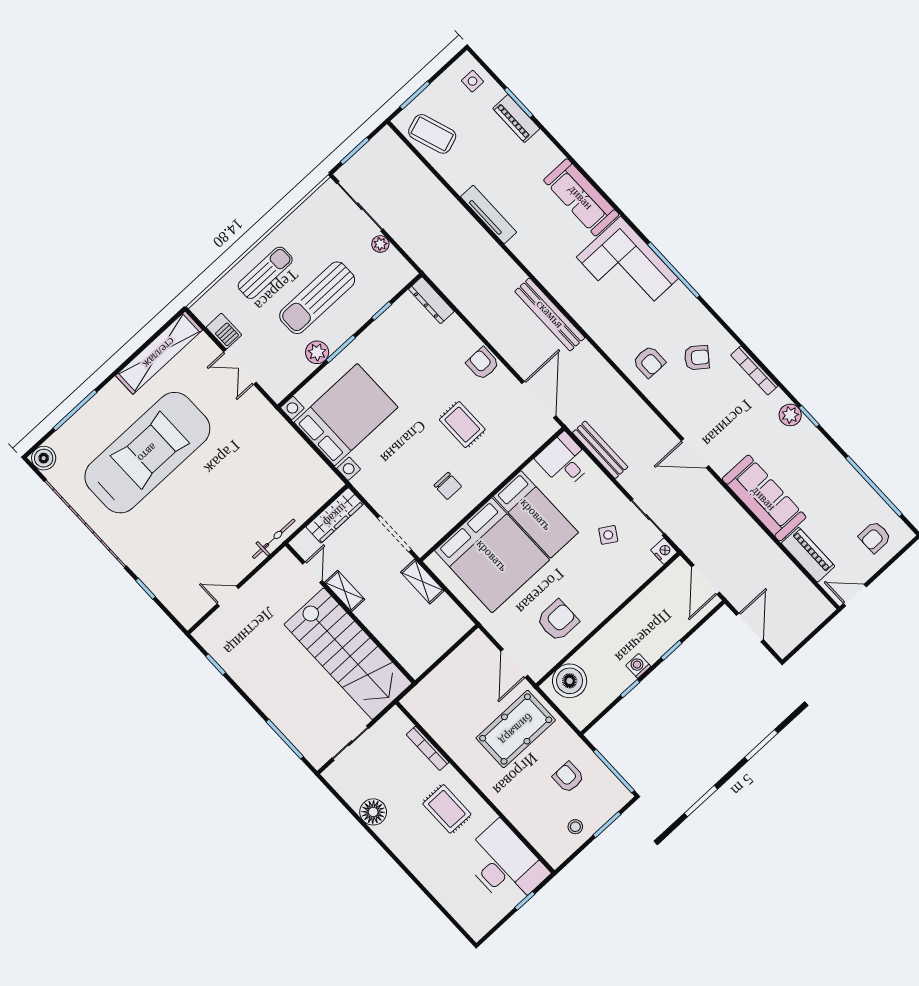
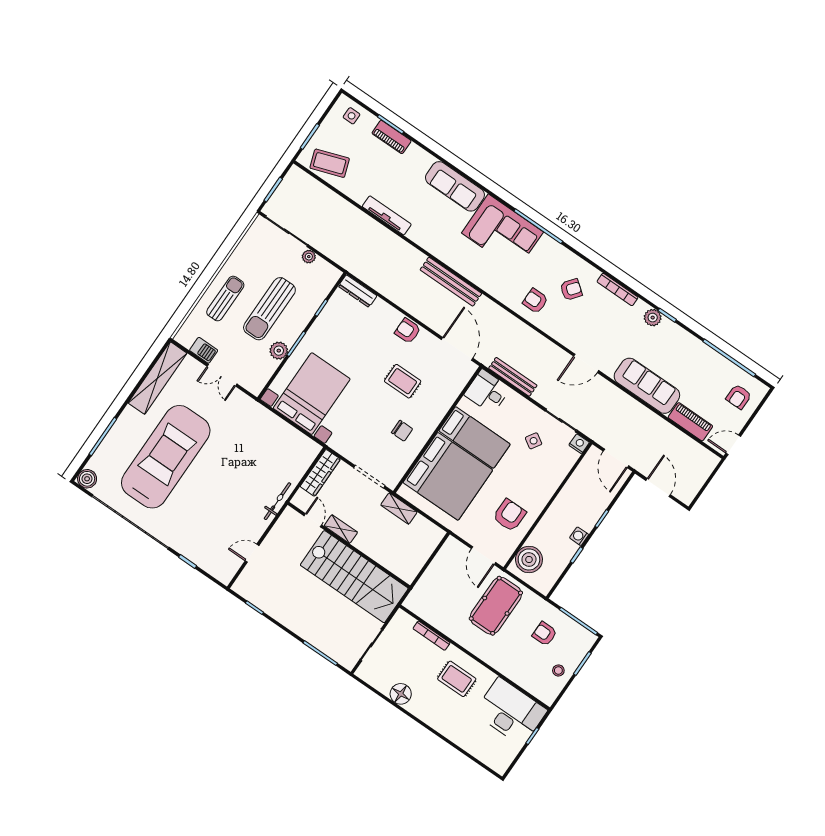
armchair: (649, 362) -> (535, 301), turned 180

